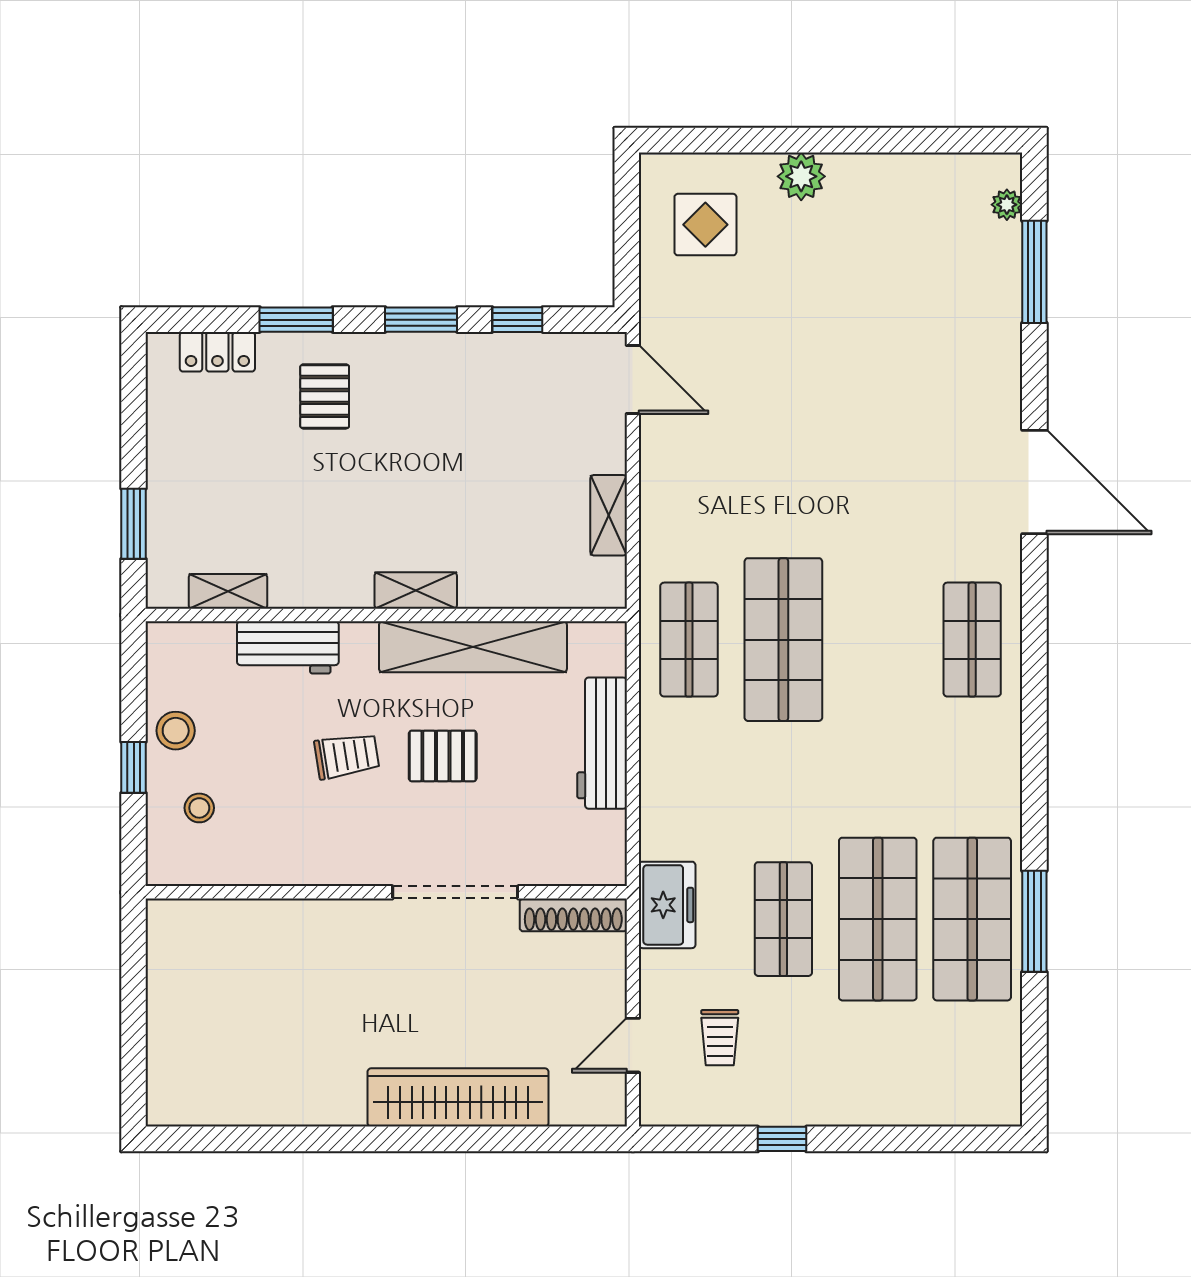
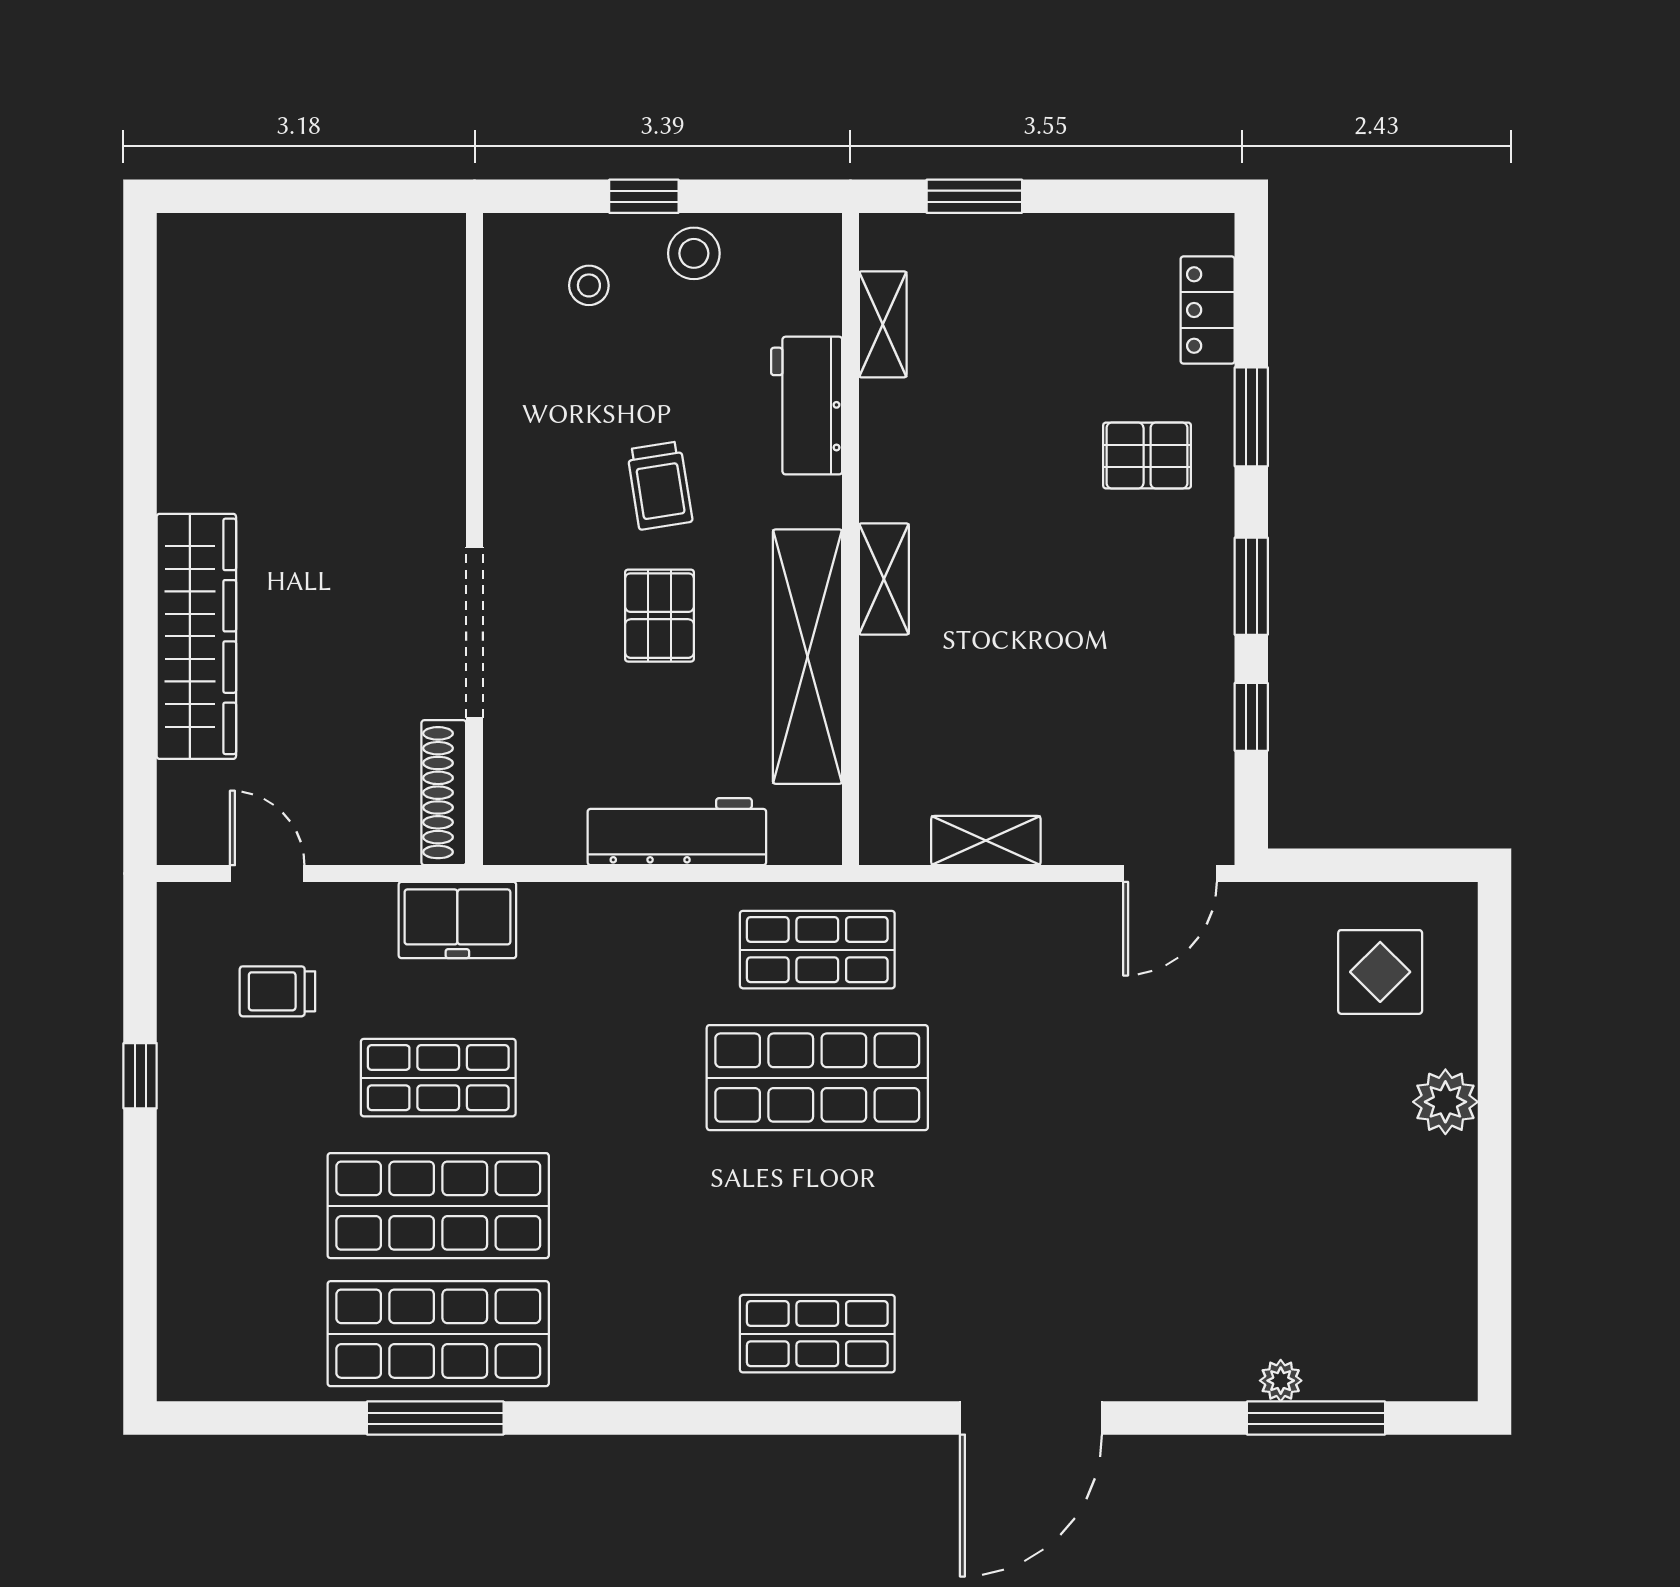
plant: (1007, 205) -> (1281, 1381), moved

